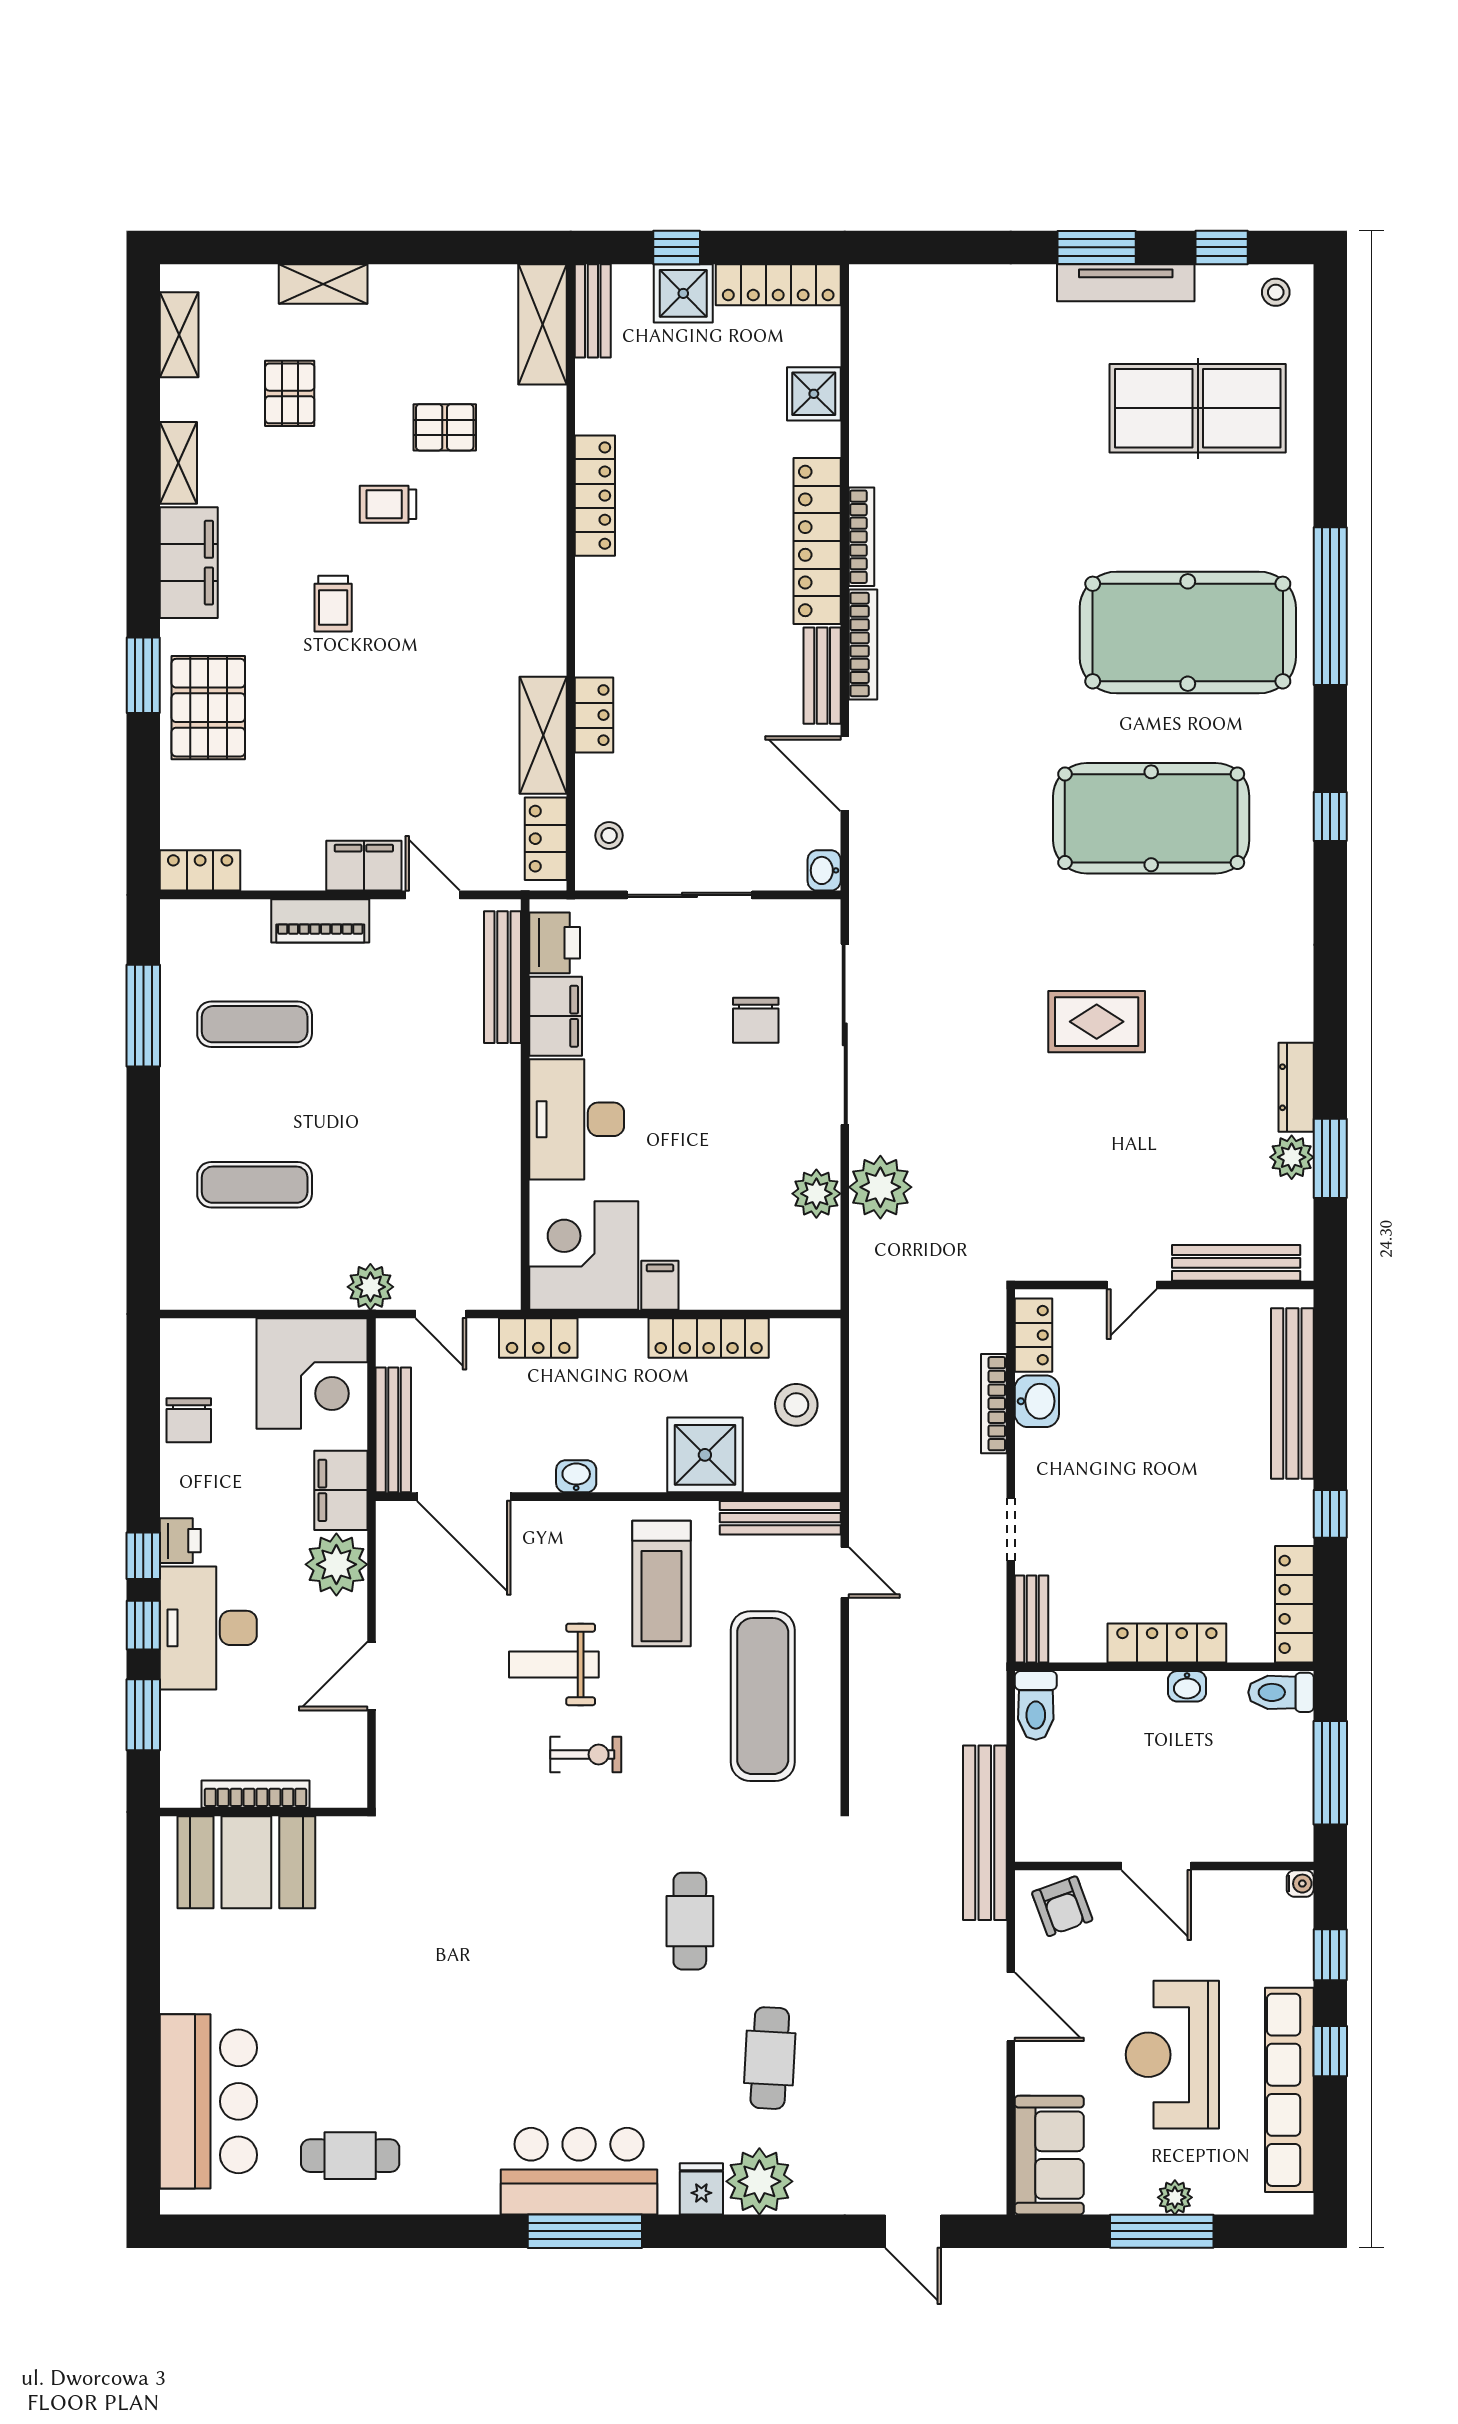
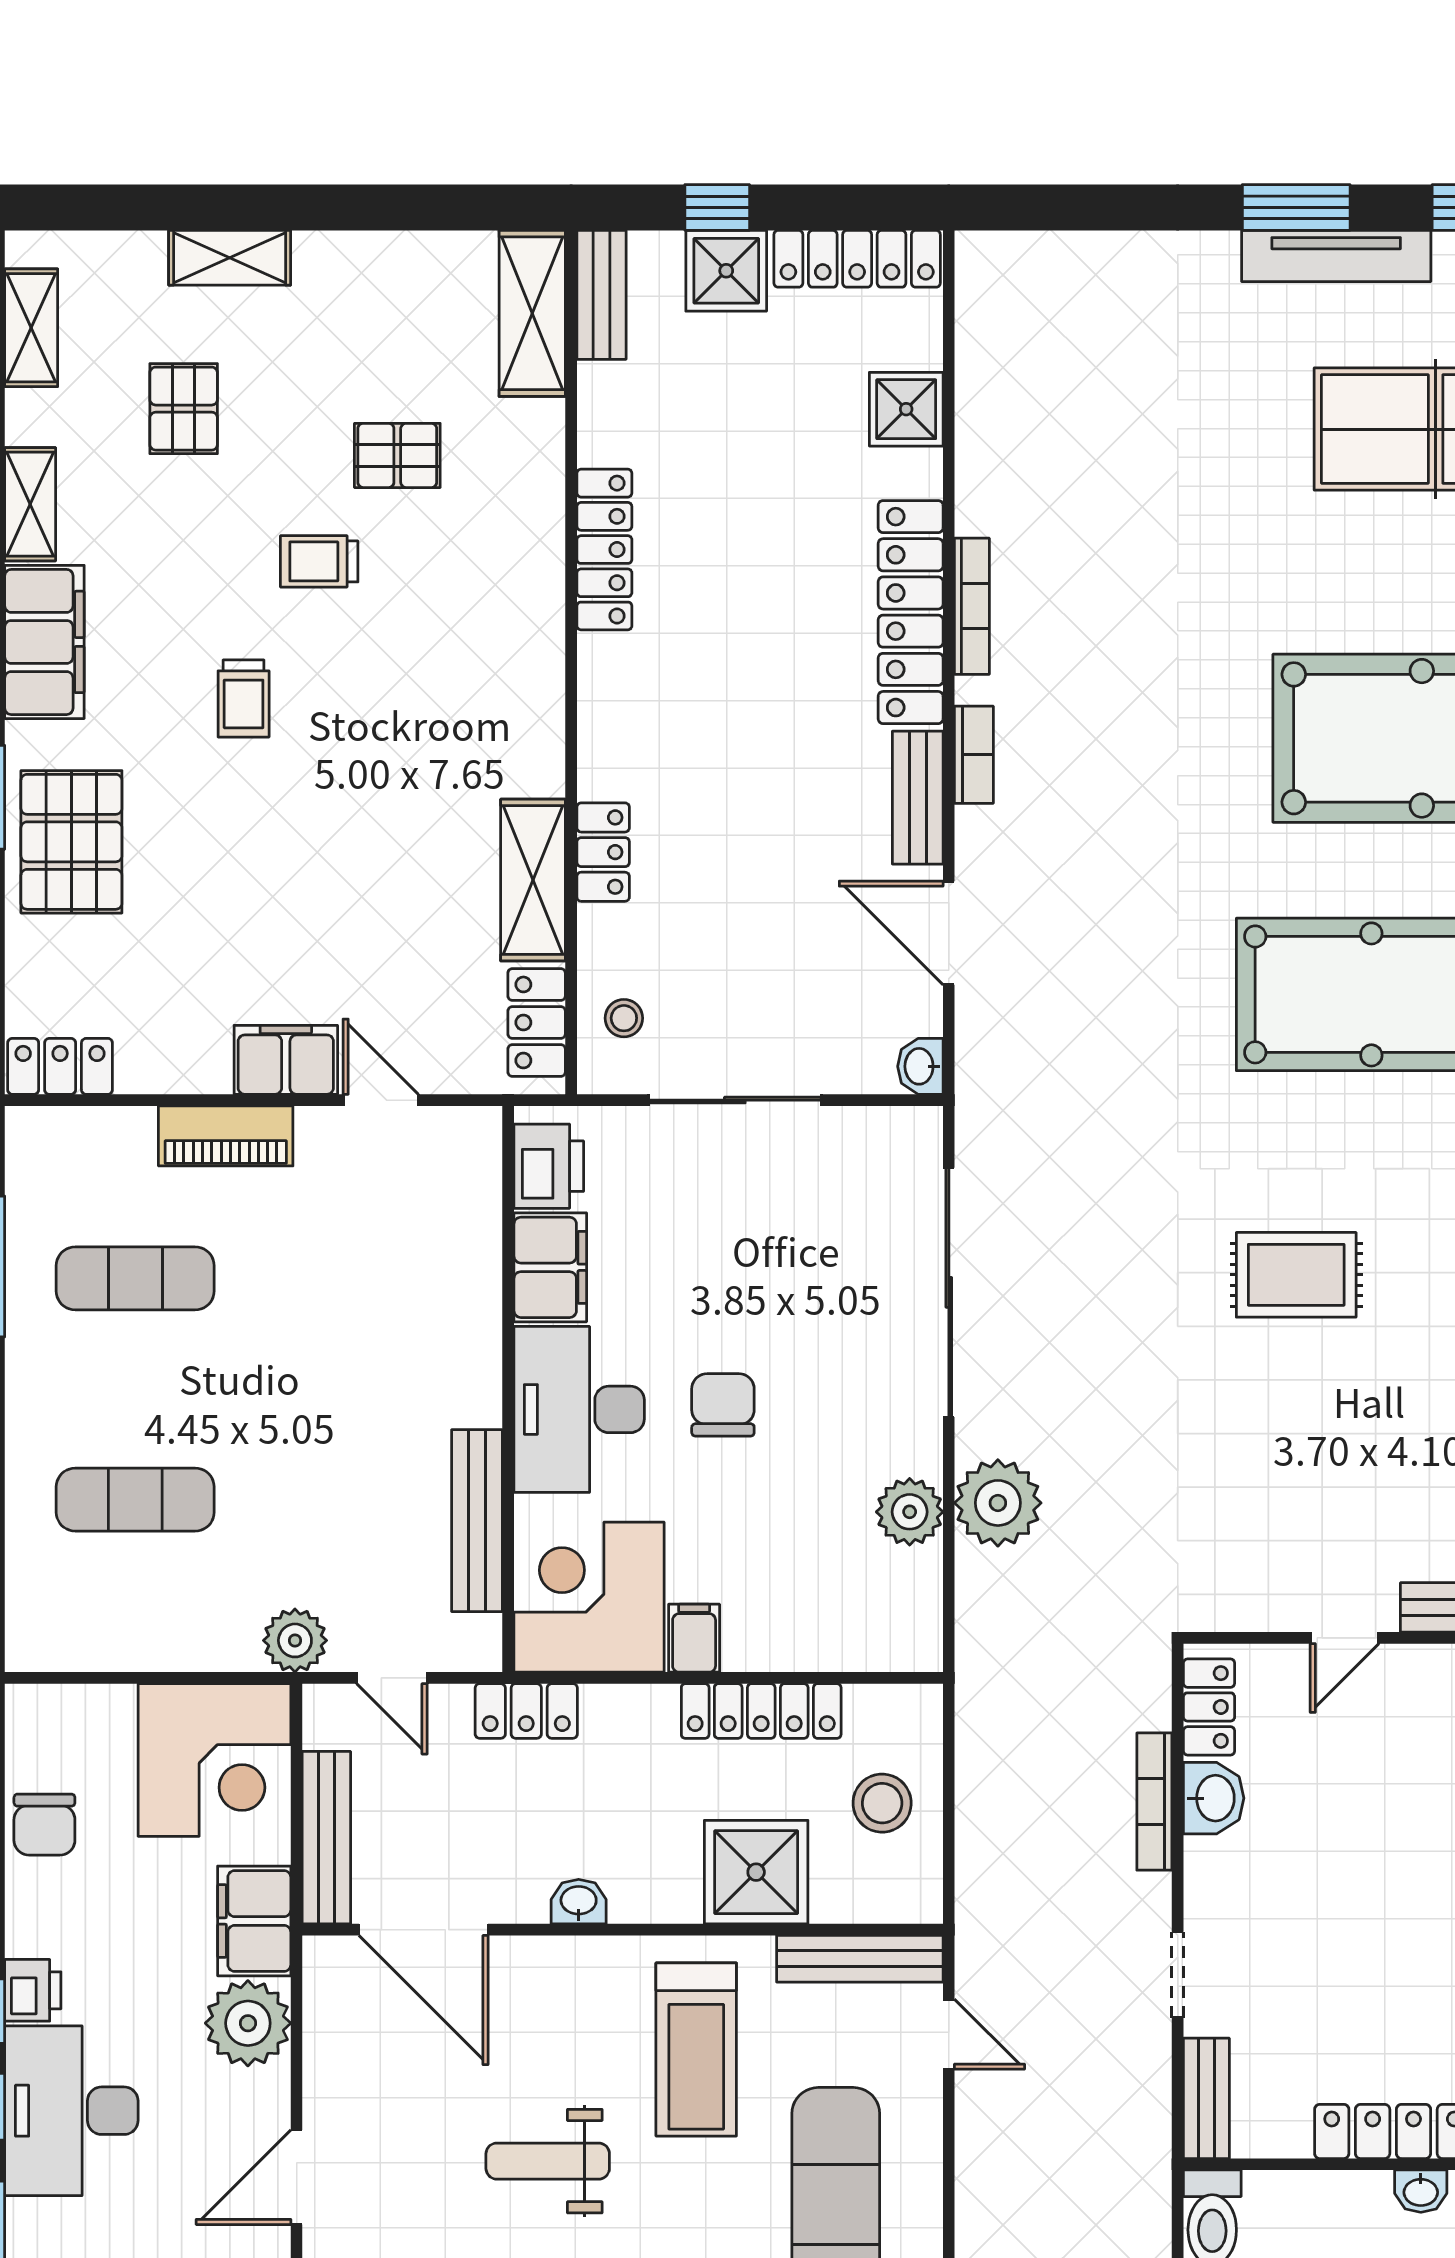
bookcase: (863, 644) -> (974, 755), width x0.64
bench: (503, 977) -> (477, 1521), moved
chair: (756, 1020) -> (723, 1405), moved, turned 180

